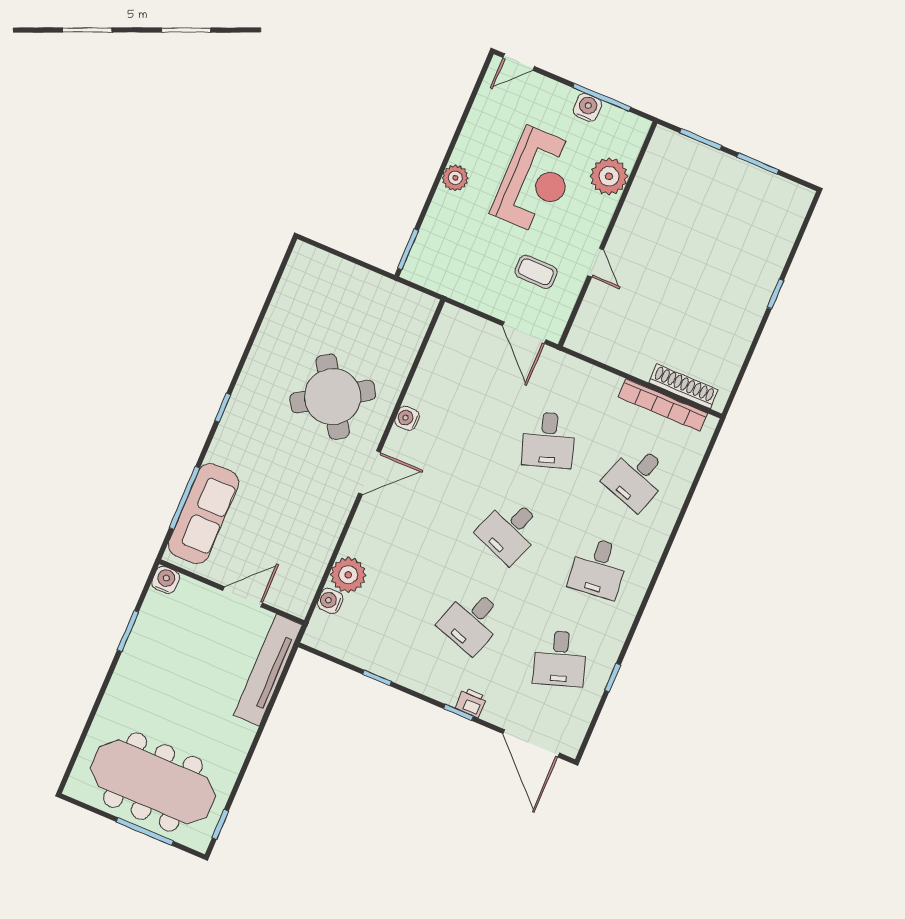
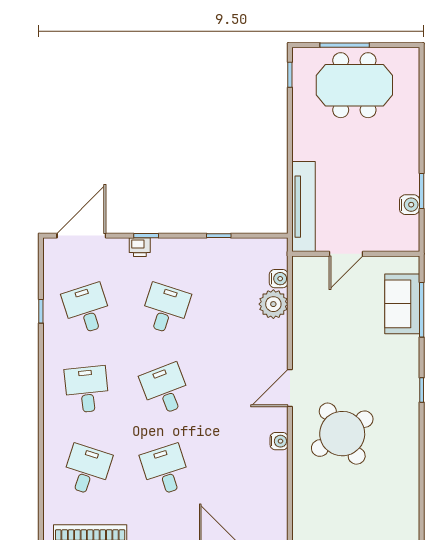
sofa: (204, 514) -> (402, 304), width x0.73
desk: (510, 530) -> (165, 389), turned -42
water cooler: (166, 580) -> (410, 205), moved, turned -90
door: (531, 743) -> (81, 236), hinge flipped
meeting table: (153, 782) -> (354, 85), width x0.73

